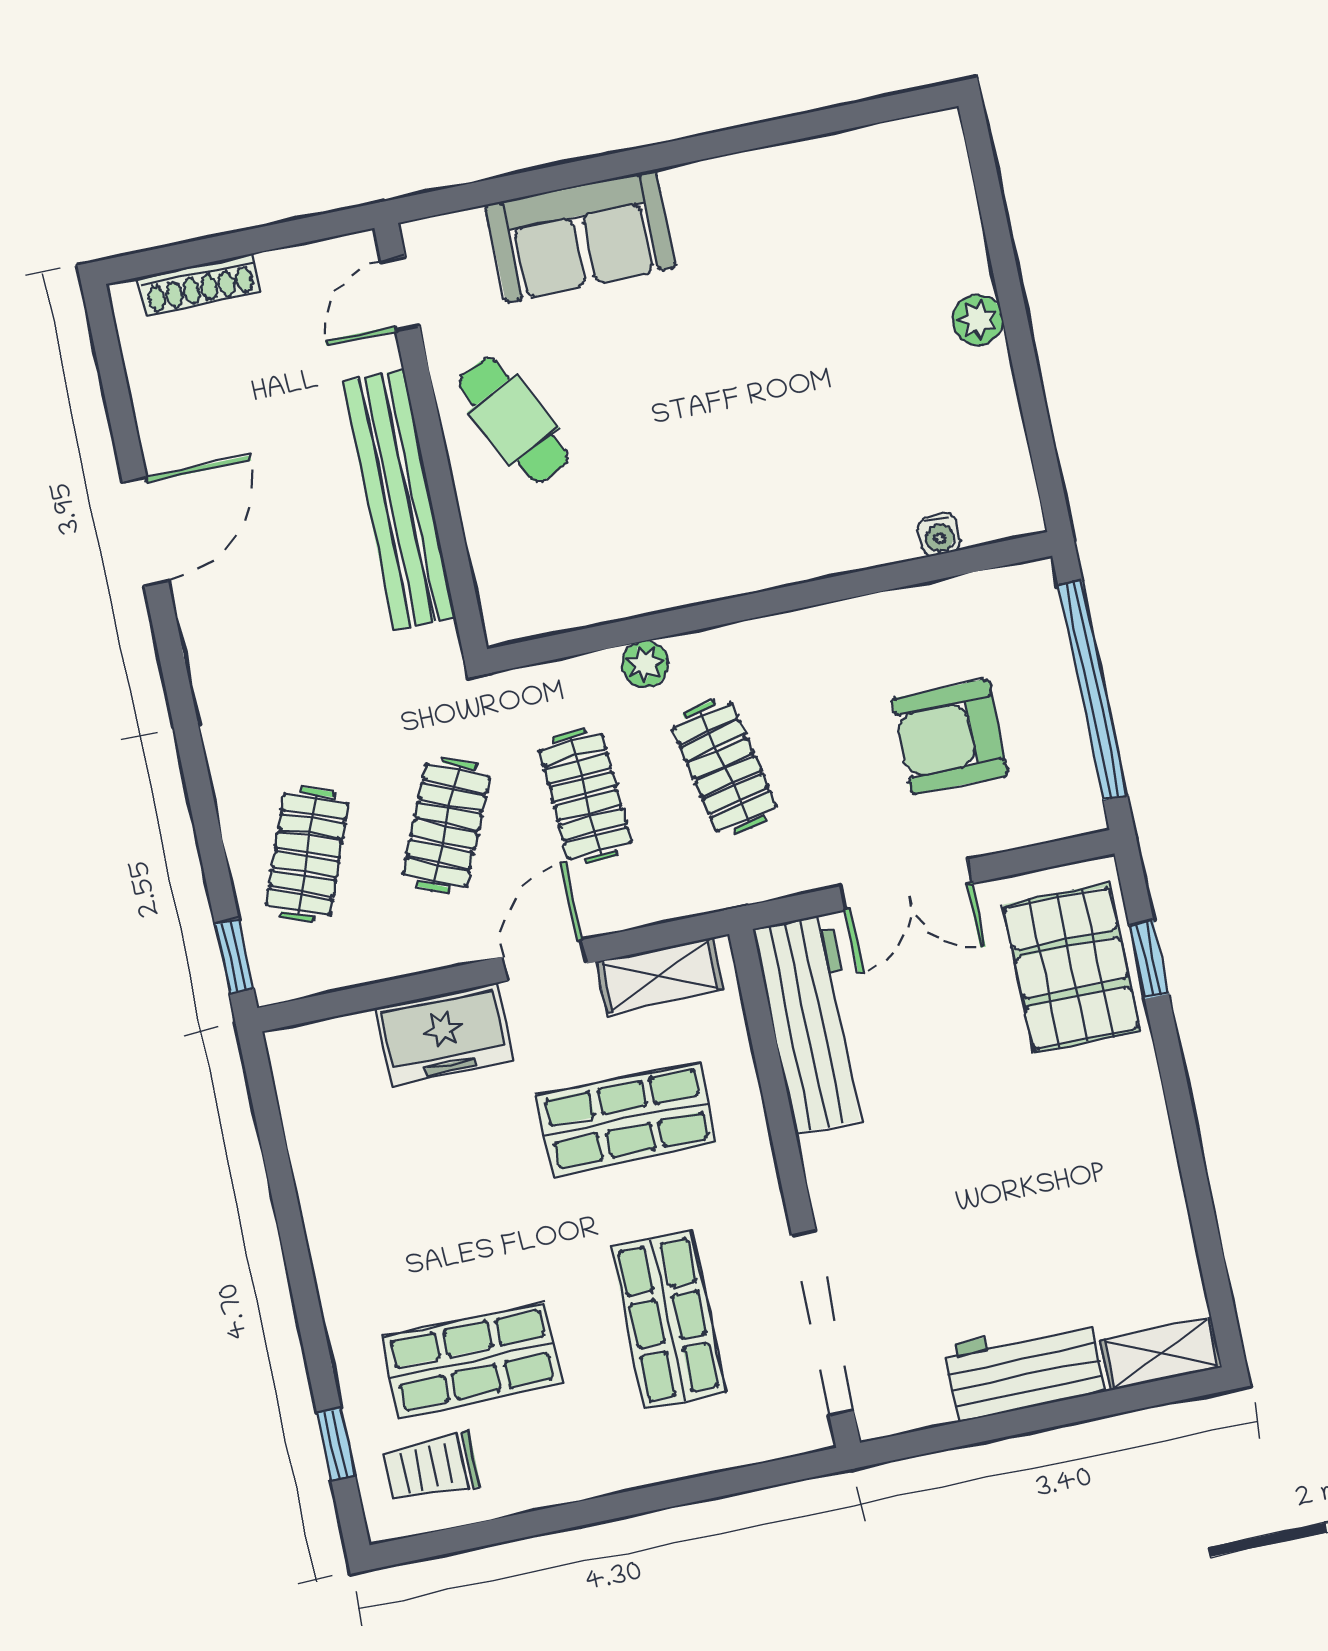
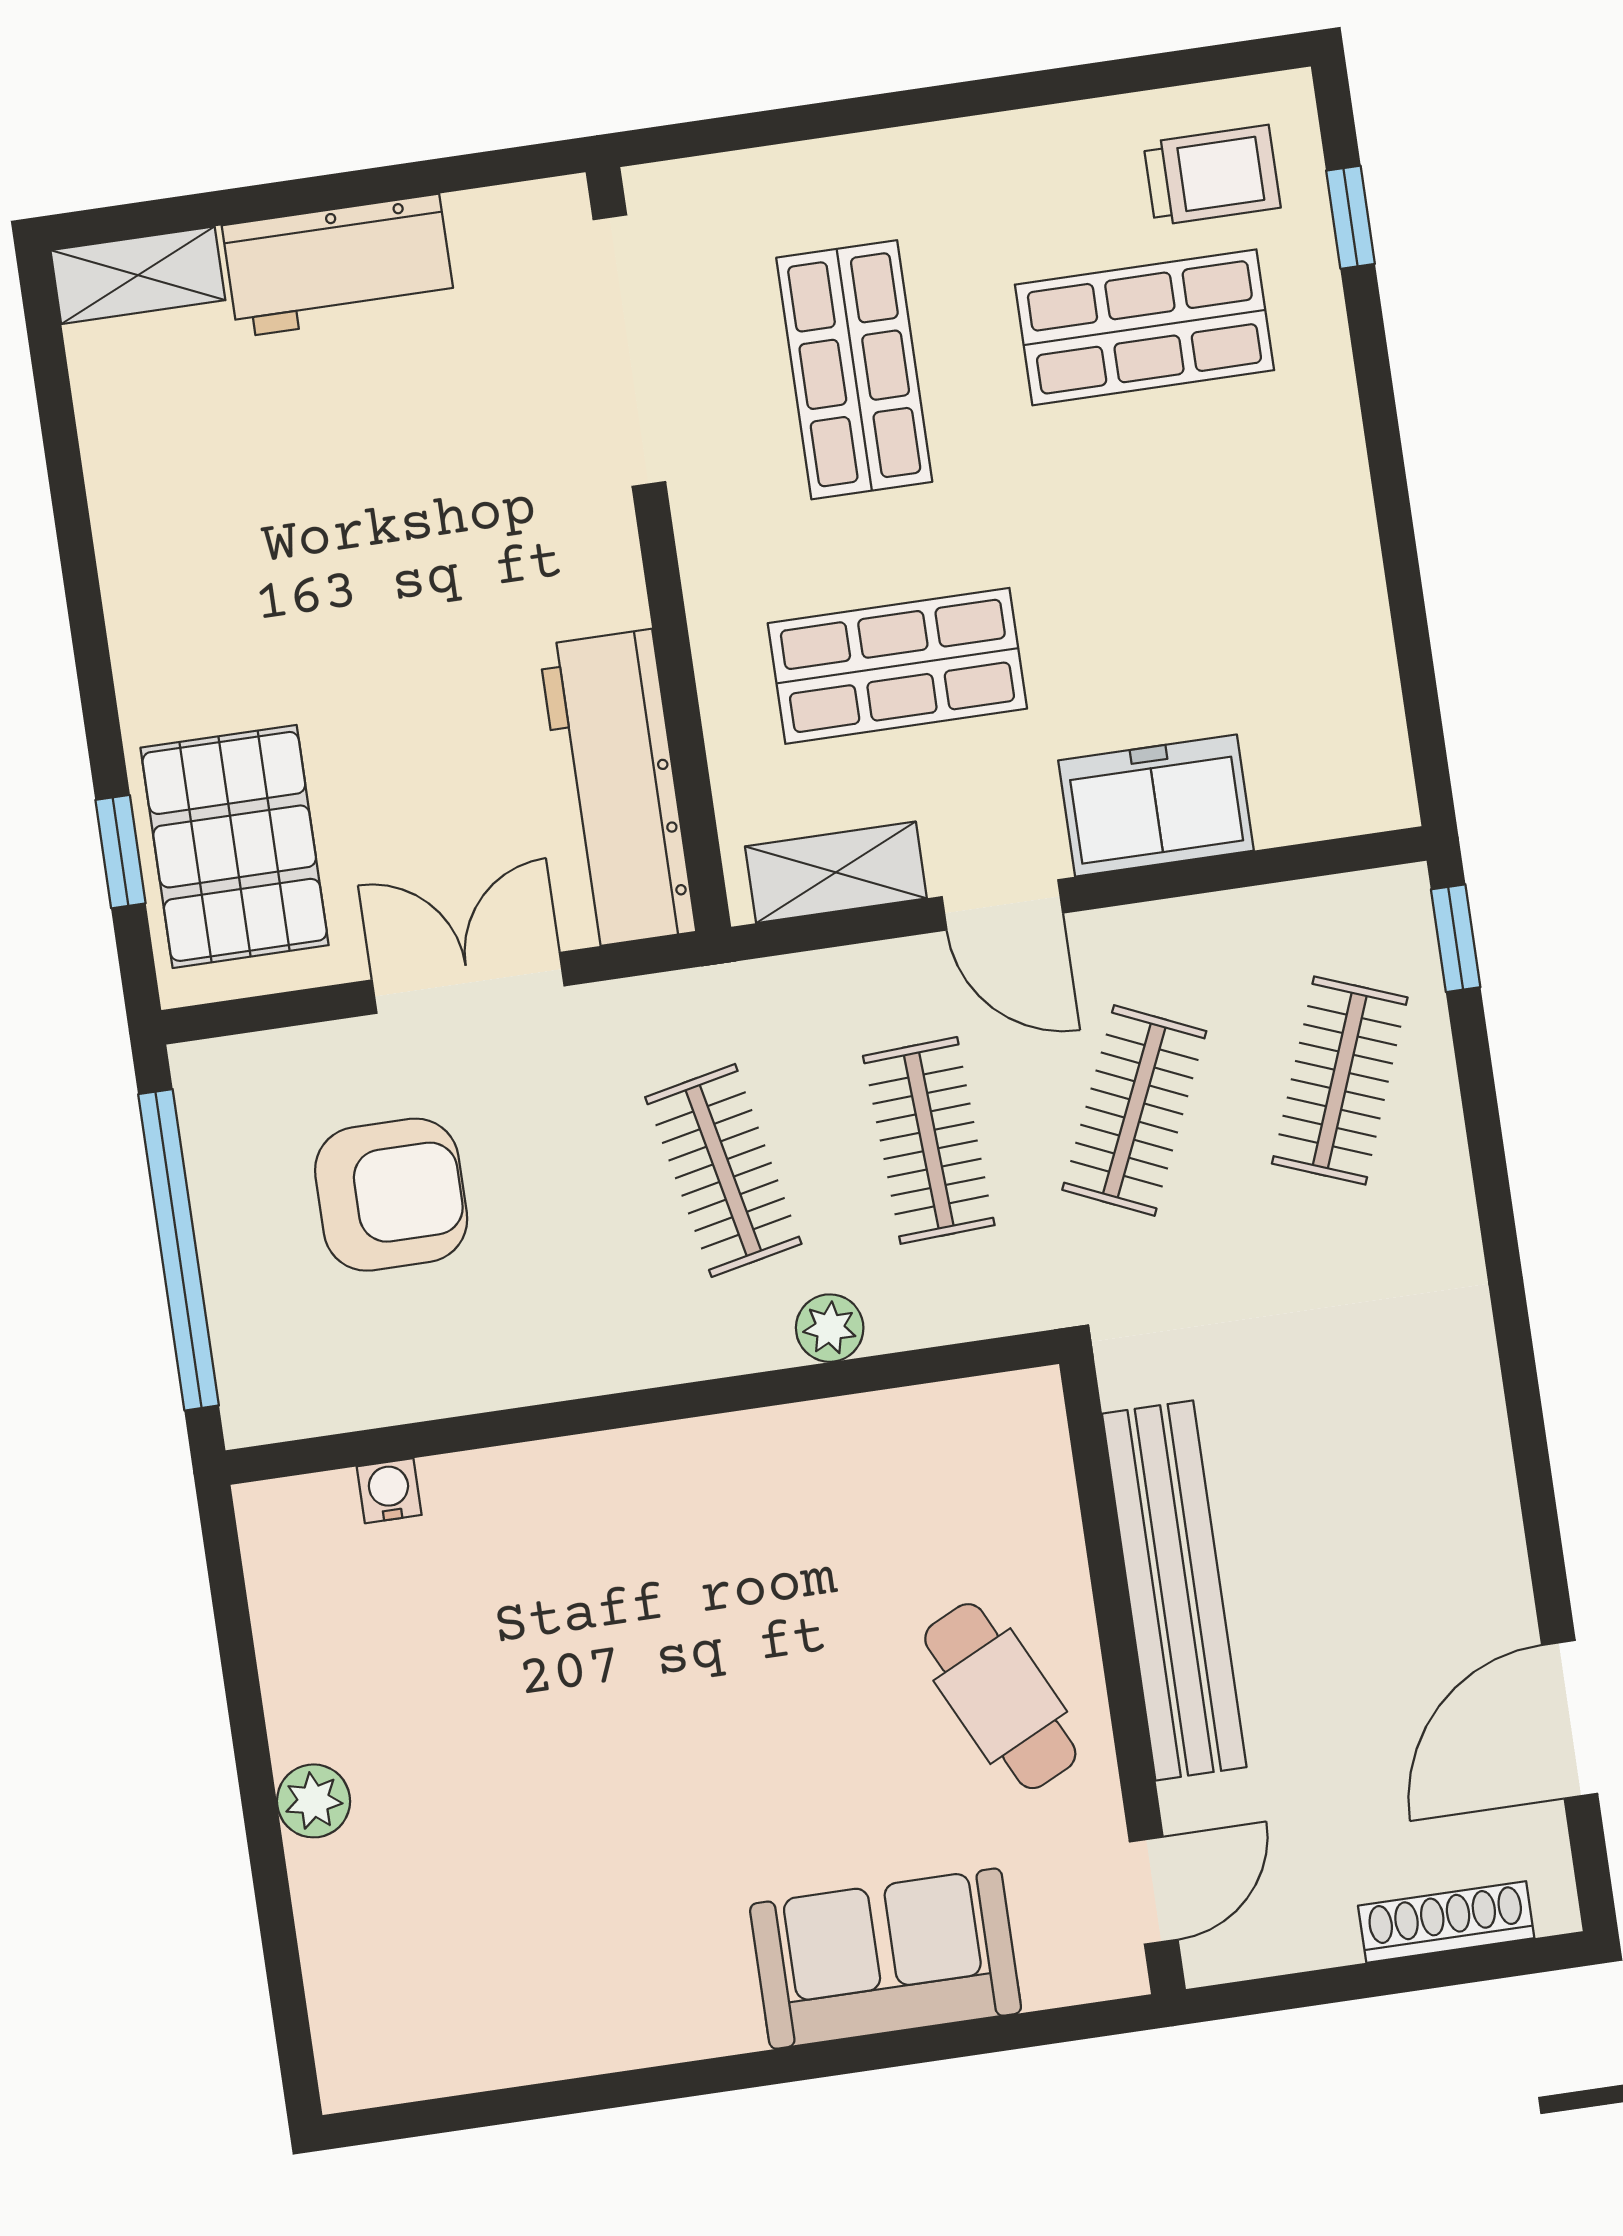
door: (145, 531) -> (1570, 1719), moved
door: (545, 960) -> (1002, 905), hinge flipped

